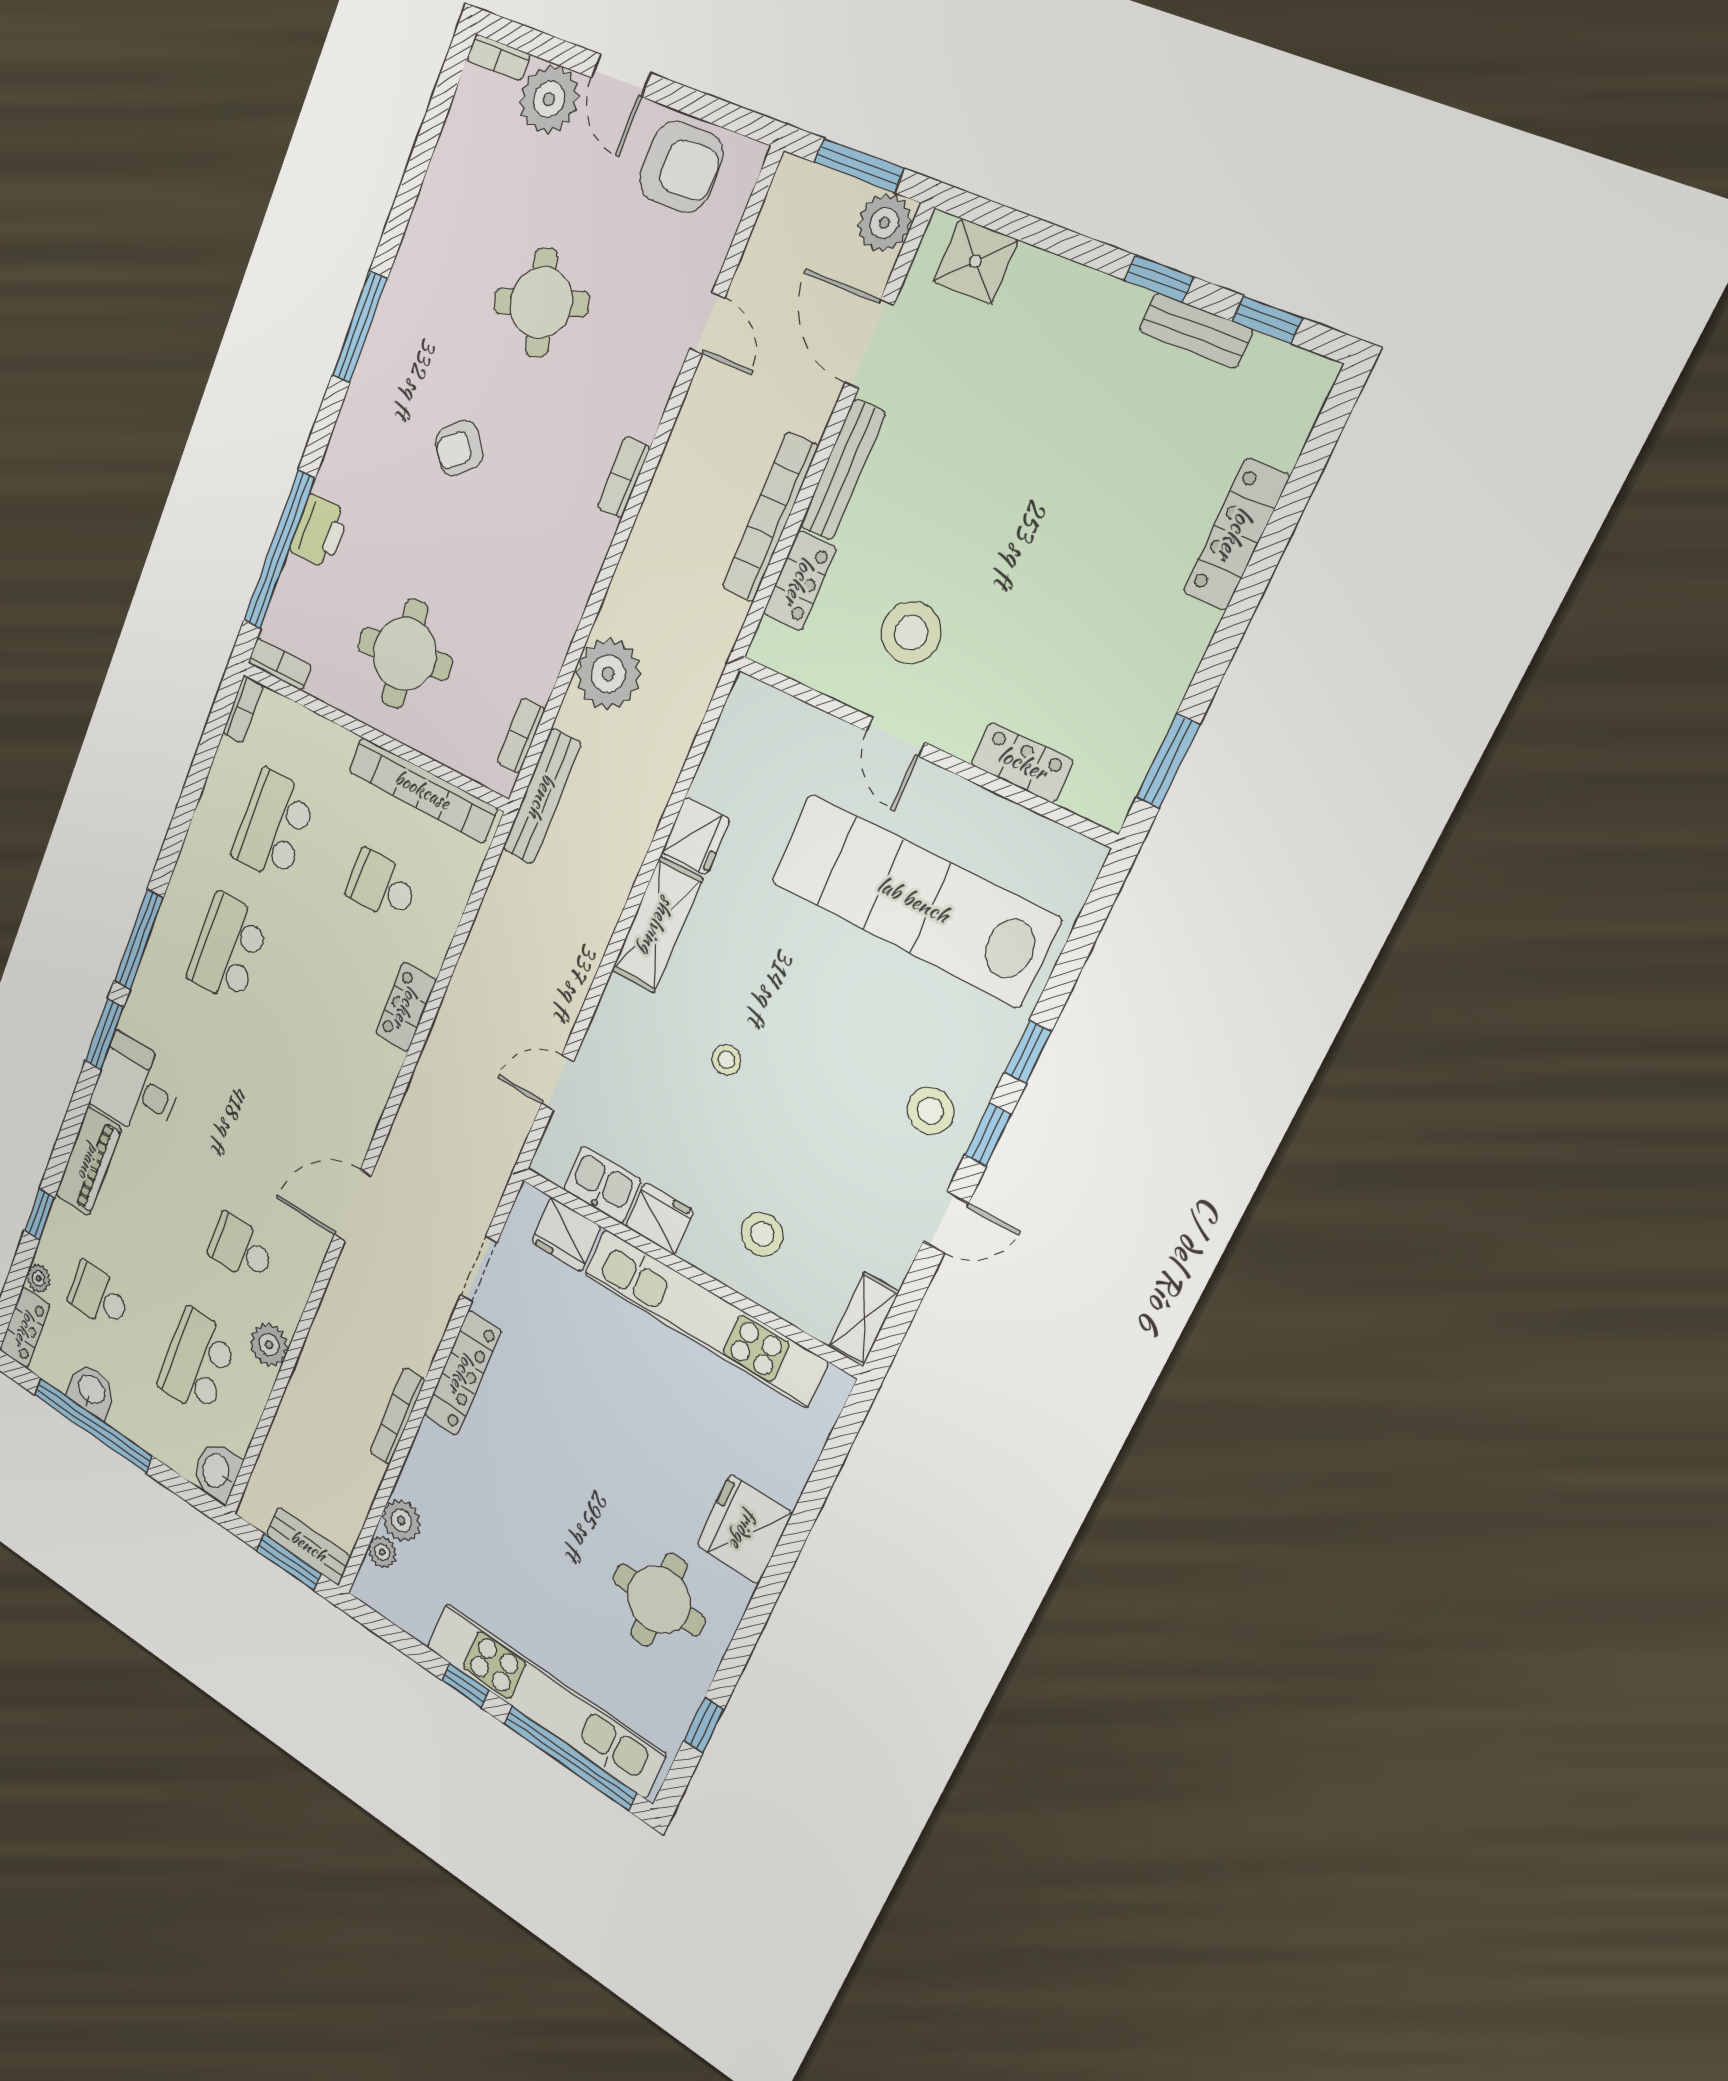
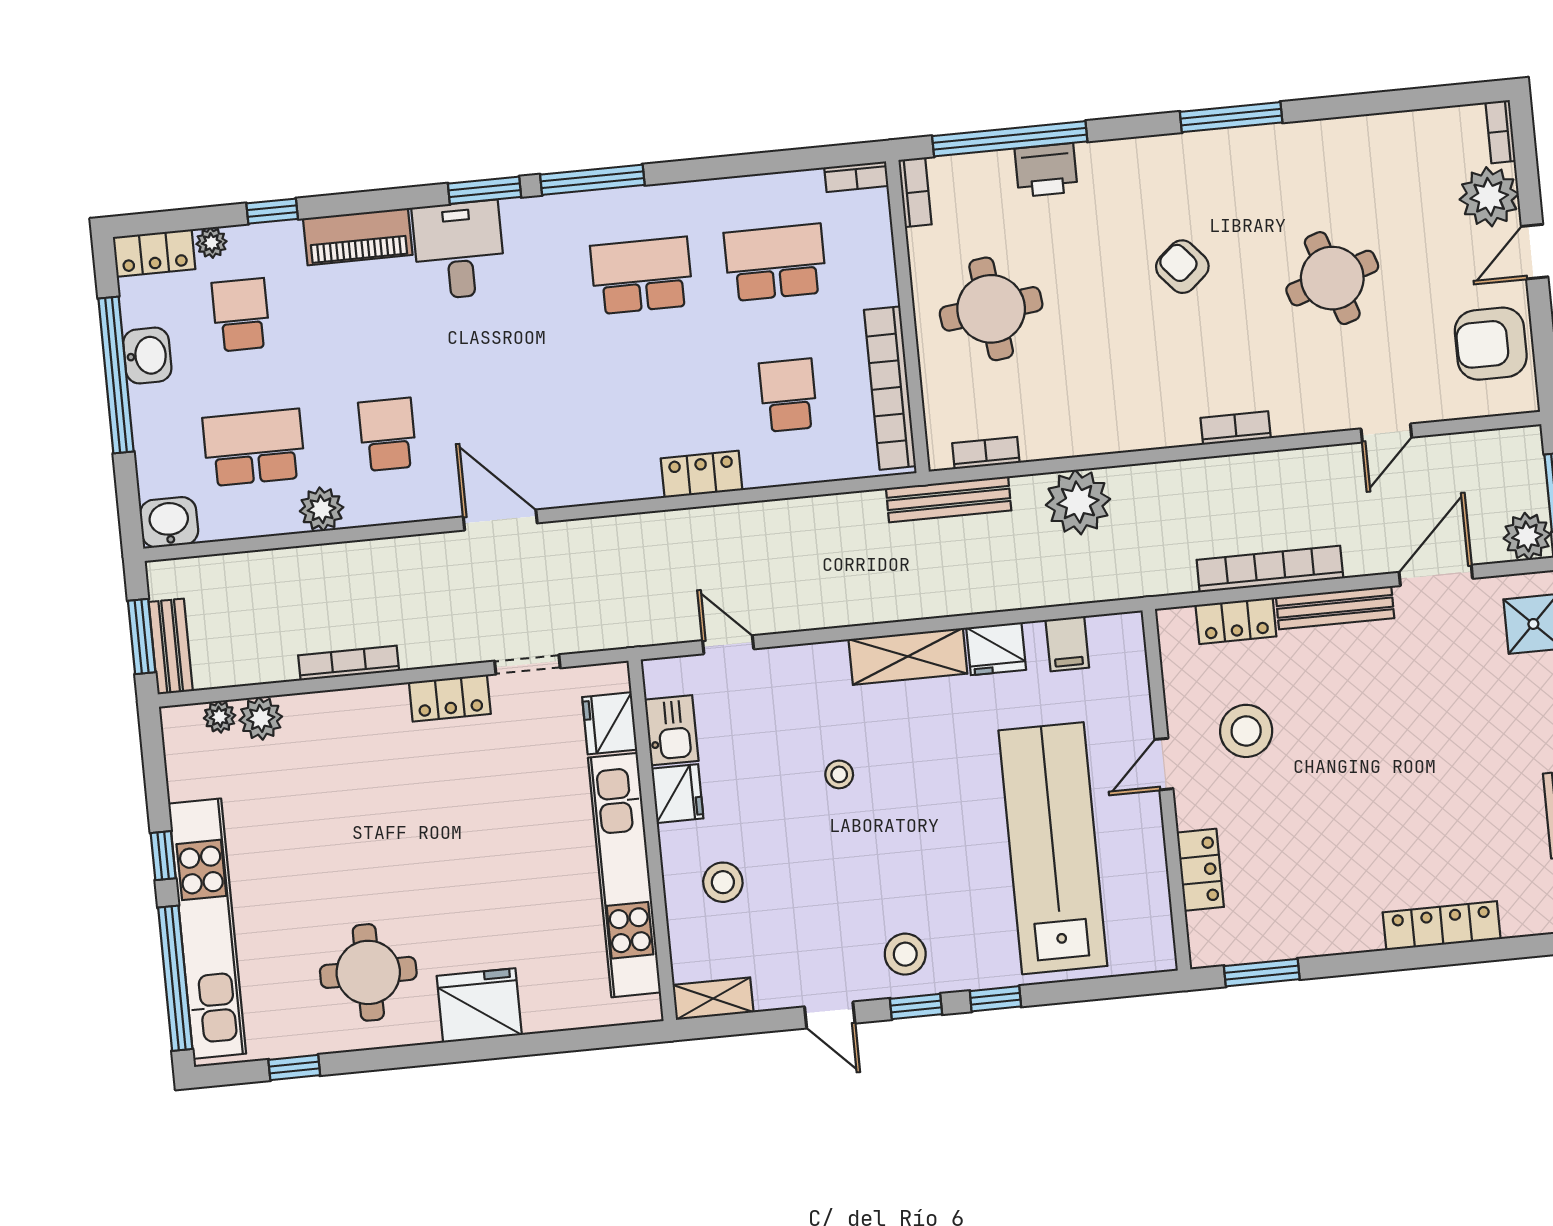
armchair: (681, 167) -> (1491, 344), turned 90
filing cabinet: (729, 764) -> (1067, 644), added
locker: (462, 1373) -> (450, 698), width x0.66

